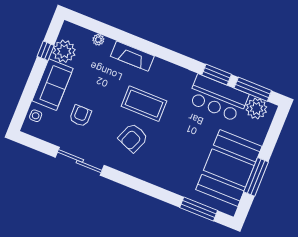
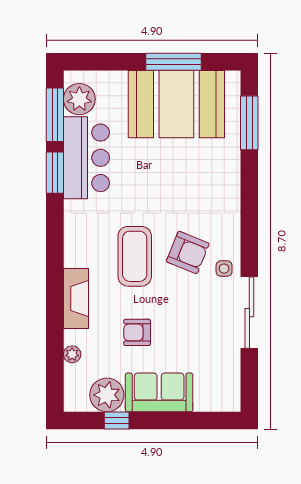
side table: (36, 116) -> (224, 269), moved
armchair: (80, 116) -> (137, 332), moved

